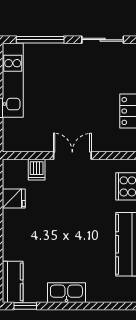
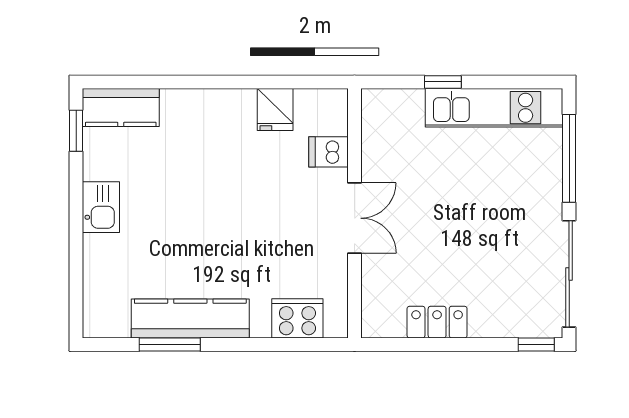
sliding door: (103, 40) -> (569, 274), width x1.37
kitchen sink: (66, 293) -> (101, 207), width x0.73

